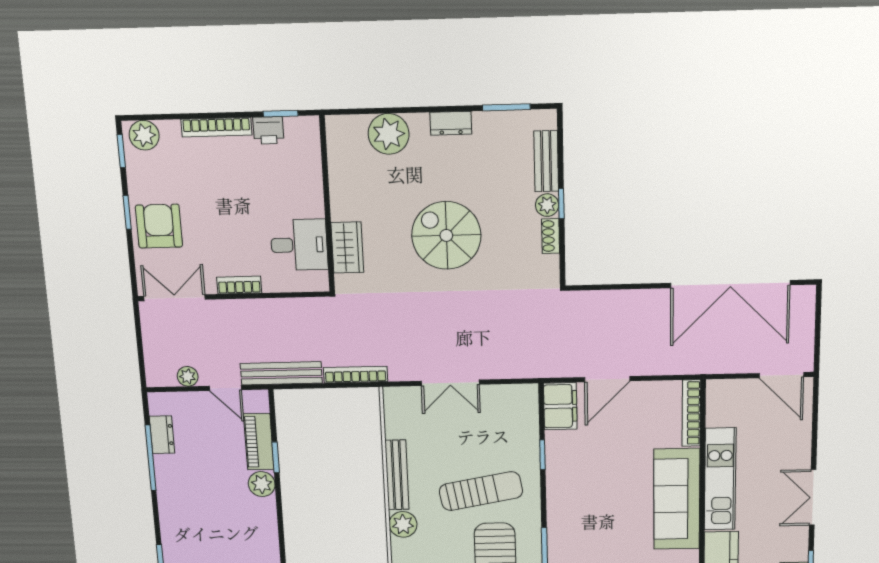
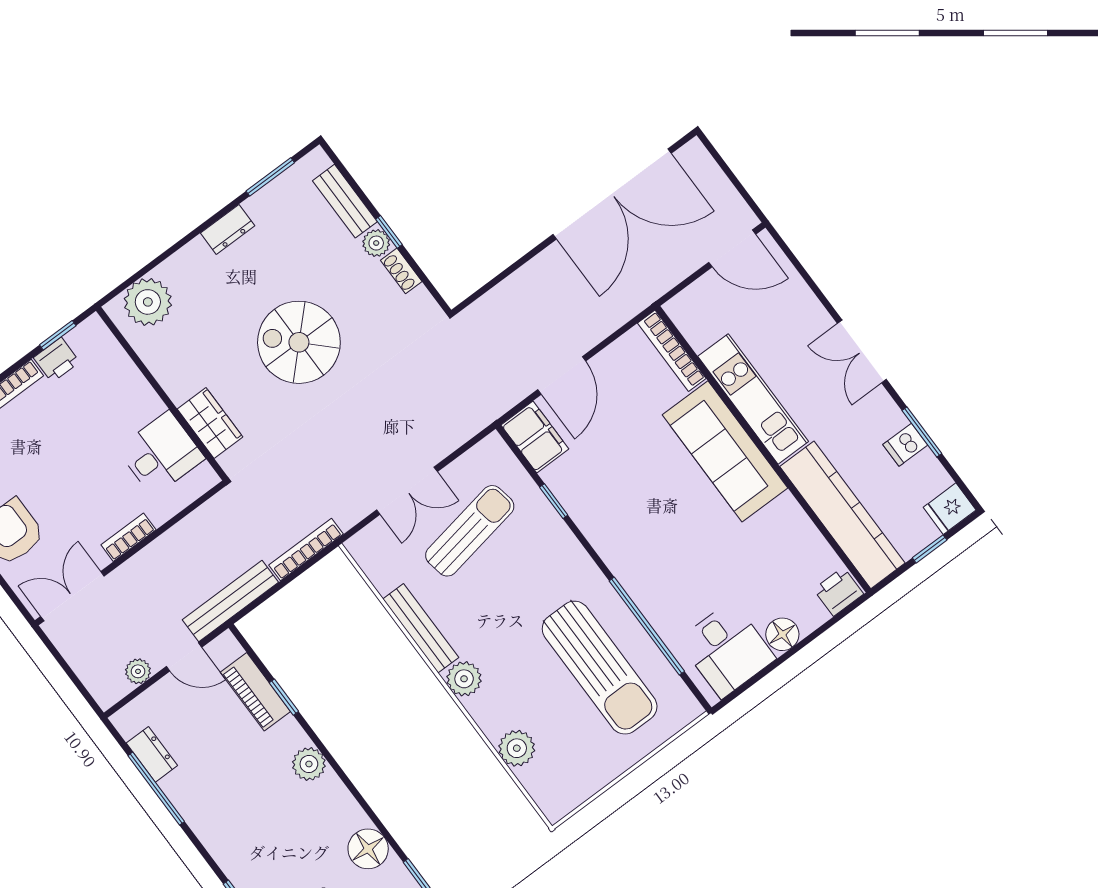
plant: (389, 134) -> (148, 302), moved
plant: (262, 484) -> (309, 764), moved
sun lounger: (481, 491) -> (470, 531), moved

